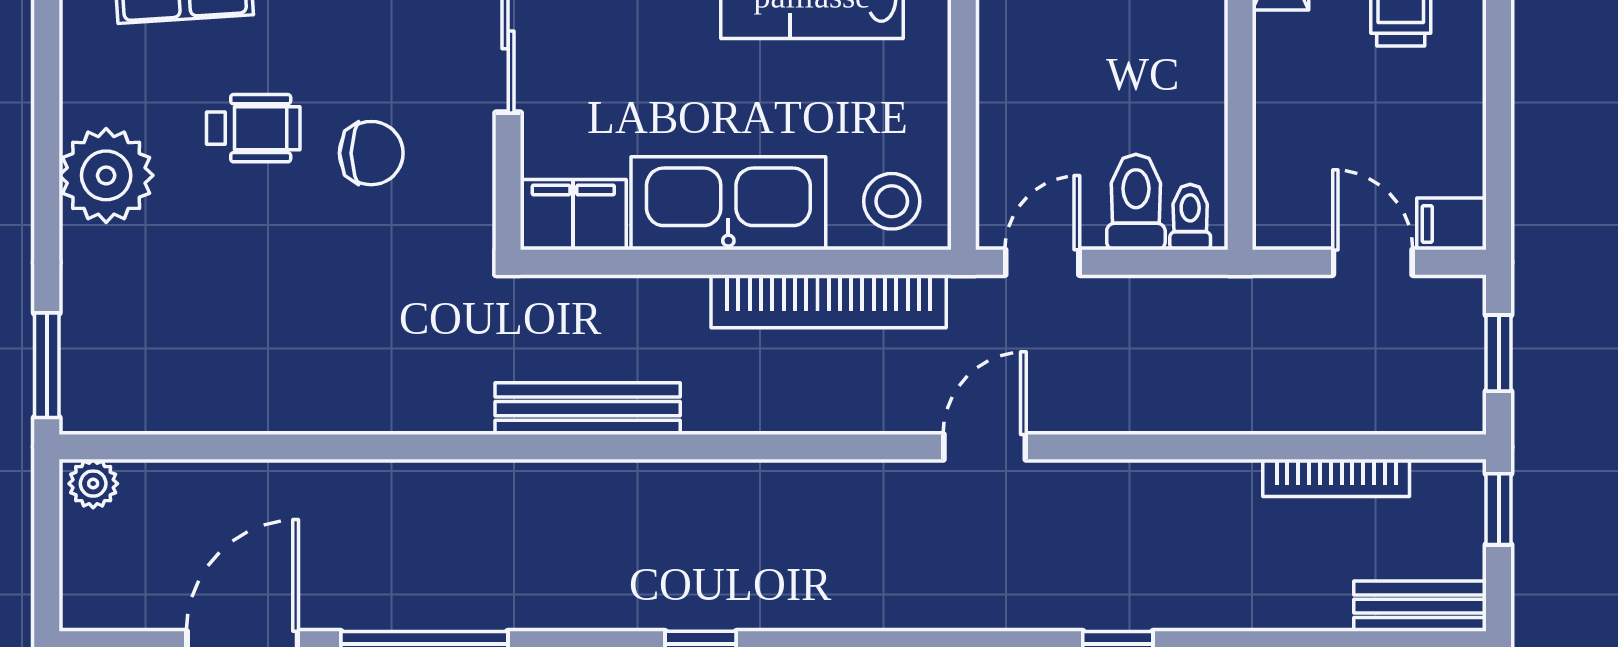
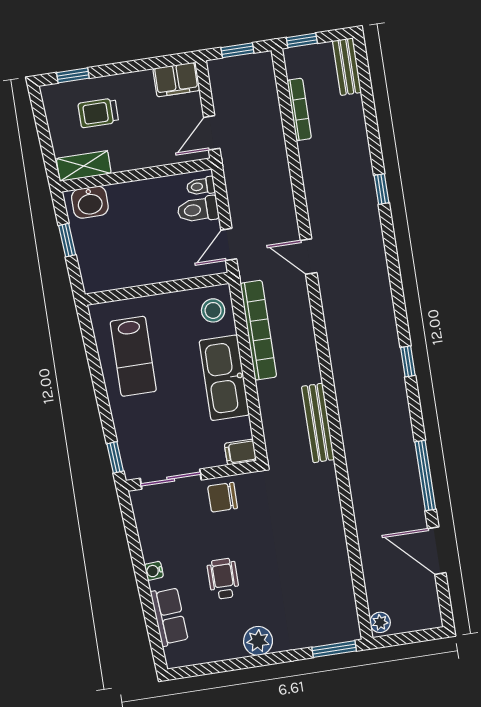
chair: (371, 153) -> (223, 497), moved, turned -90
plant: (106, 175) -> (258, 641), width x0.73, depth x0.73
filing cabinet: (573, 215) -> (240, 452), width x0.50
filing cabinet: (1452, 224) -> (176, 79), width x2.00
door: (1042, 262) -> (229, 244), hinge flipped
door: (1373, 262) -> (212, 133), moved

